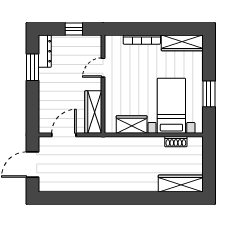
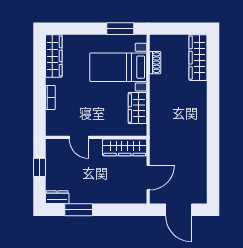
bookcase: (142, 40) -> (50, 97), width x0.64
dresser: (45, 51) -> (57, 197), width x0.70
window: (209, 94) -> (120, 29), moved
door: (64, 135) -> (148, 177), swing flipped

